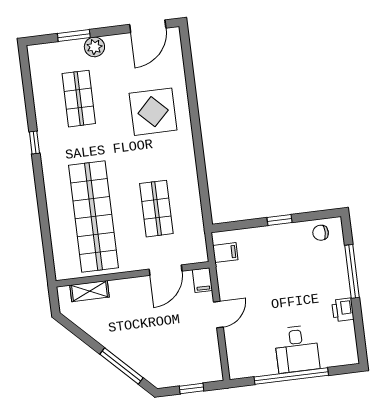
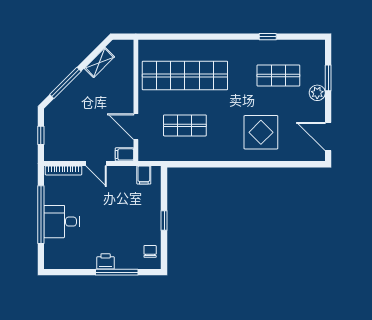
window: (34, 143) -> (268, 37), moved
shelving: (90, 291) -> (99, 63), moved, turned 45
printer: (343, 310) -> (106, 261), moved
bookcase: (232, 355) -> (63, 170), added

